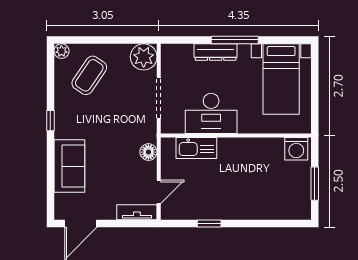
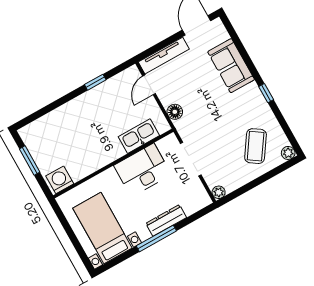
plant: (144, 57) -> (219, 192), width x0.53, depth x0.53
tv unit: (137, 212) -> (164, 56), width x1.41

